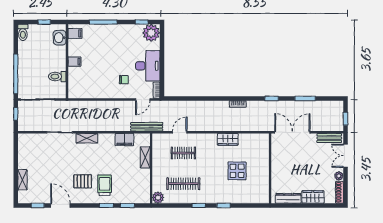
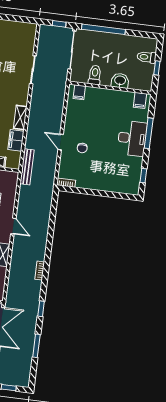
toilet: (23, 32) -> (147, 57), moved
plant: (151, 33) -> (130, 185), removed
washbasin: (60, 38) -> (120, 81), moved
filing cabinet: (74, 62) -> (79, 92), moved
desk: (148, 66) -> (132, 138), moved, turned -90
door: (143, 100) -> (61, 142), moved
door: (180, 132) -> (13, 226), moved
shelving: (87, 138) -> (20, 118), moved

